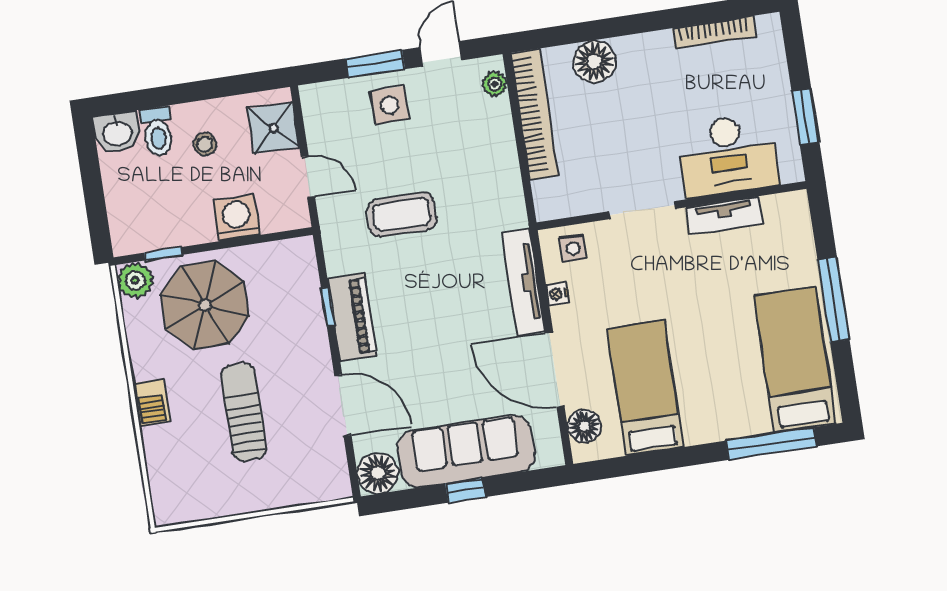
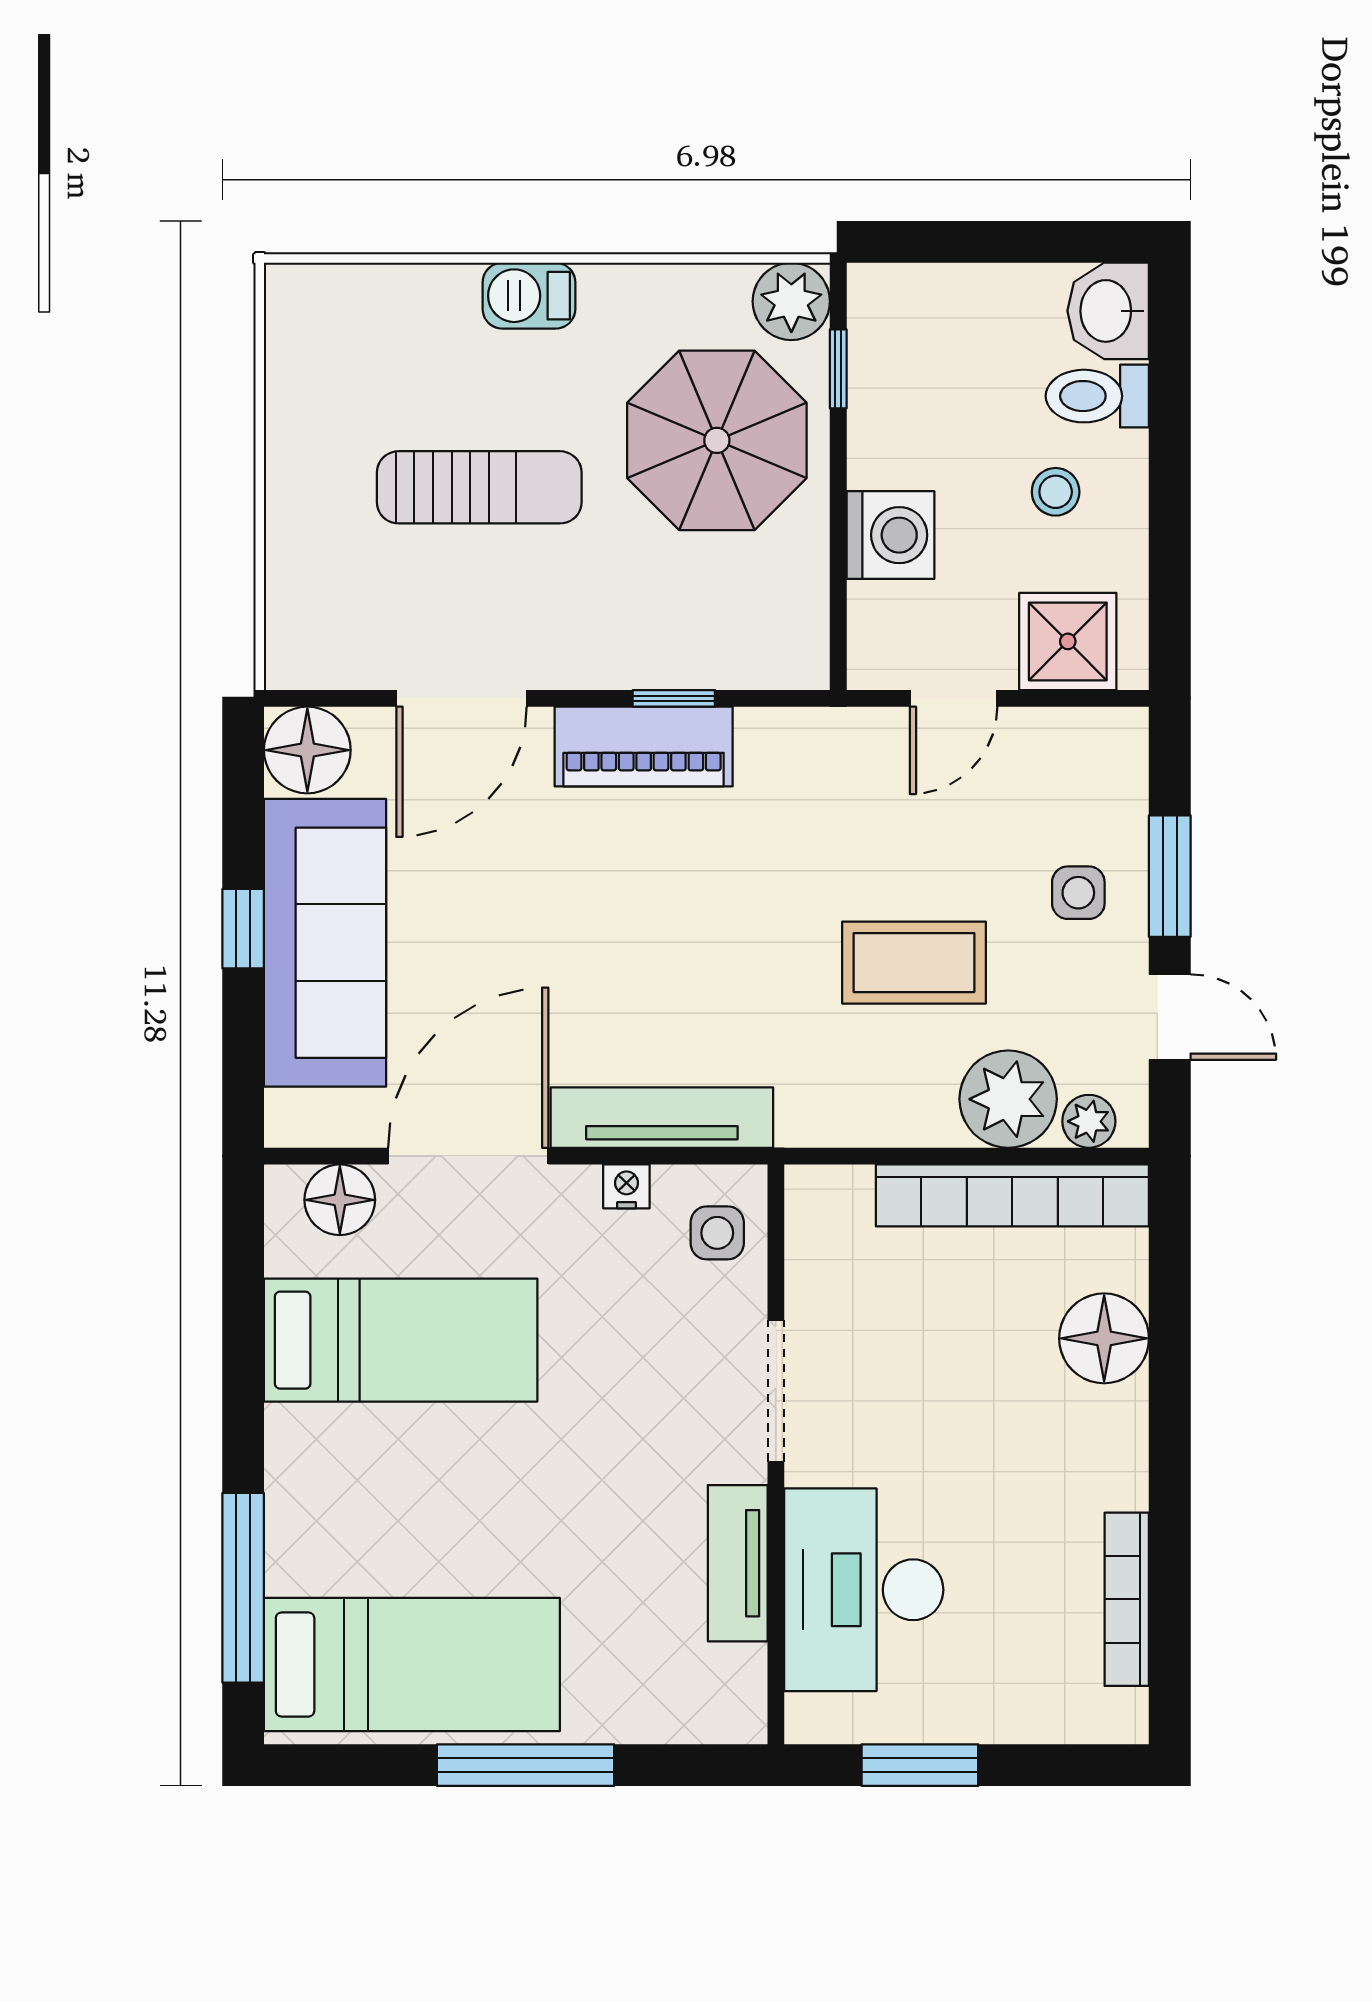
side table: (389, 105) -> (1078, 893), width x0.73, depth x0.73
plant: (490, 123) -> (1008, 1099), added
coffee table: (402, 215) -> (914, 963), moved, turned 90

